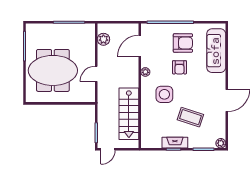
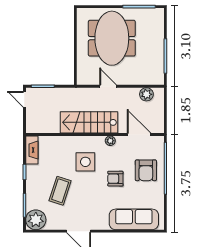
armchair: (183, 43) -> (146, 170), moved
stairs: (129, 114) -> (89, 122), moved
fireplace: (175, 143) -> (32, 150), moved
plant: (221, 143) -> (36, 220), width x1.87, depth x1.87

